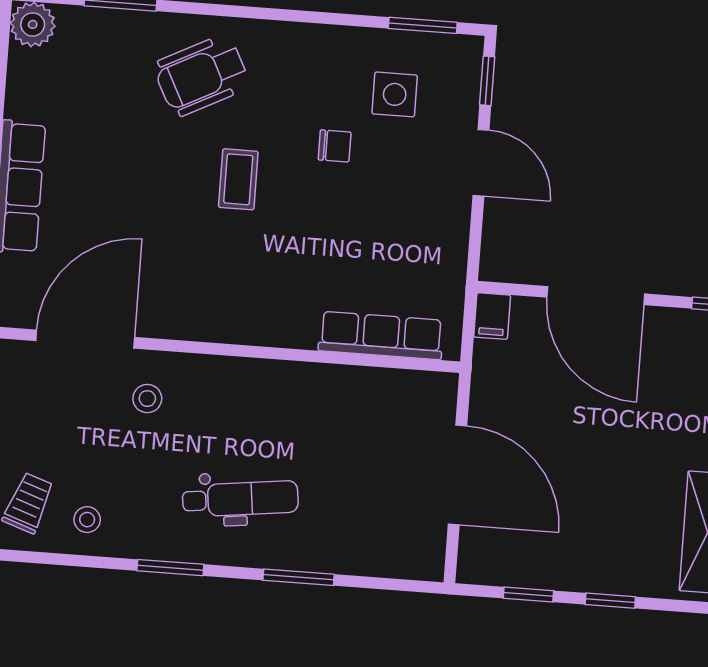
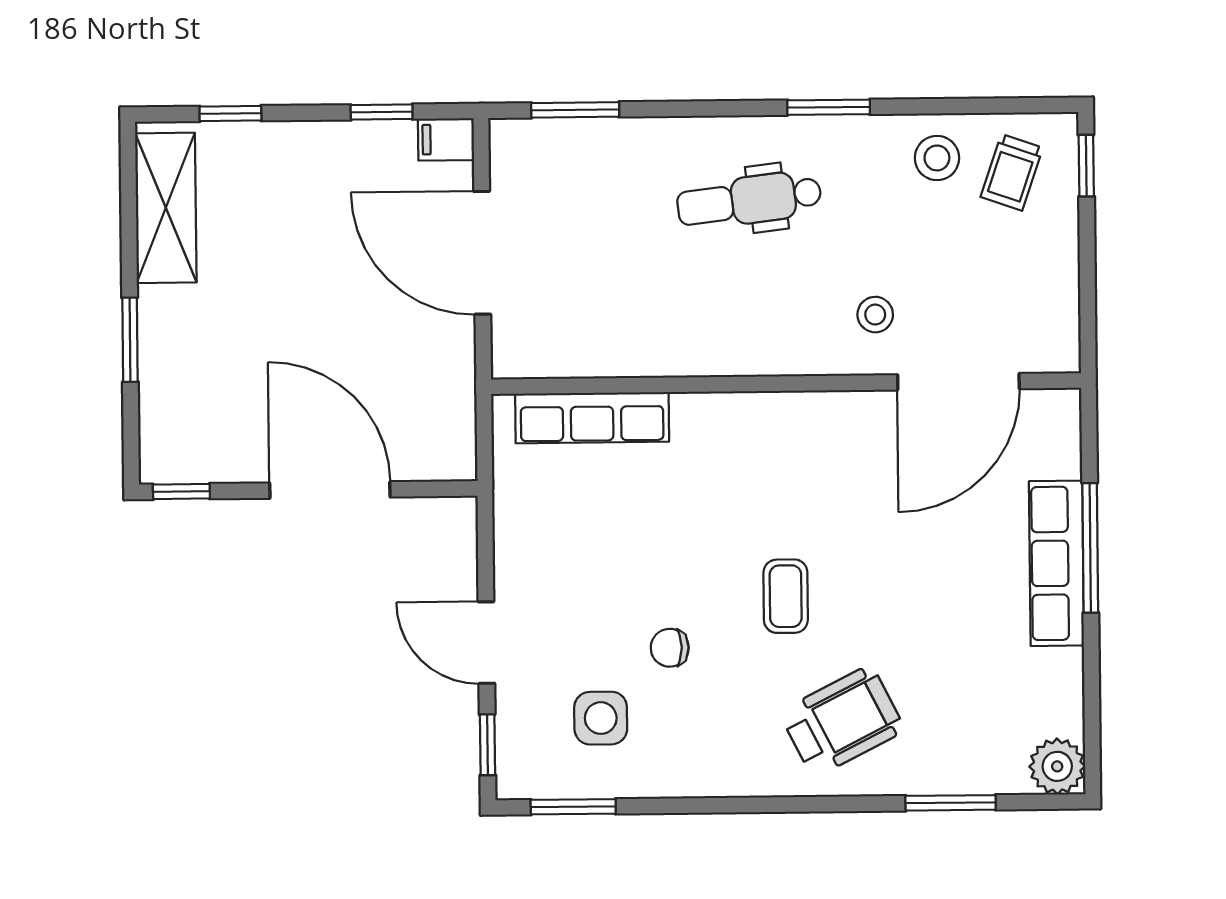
filing cabinet: (492, 316) -> (446, 139), moved, turned -90
stool: (87, 520) -> (937, 158), width x1.37, depth x1.37
window: (299, 577) -> (575, 110), moved
window: (610, 601) -> (230, 114), moved

